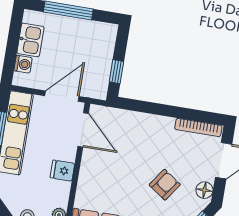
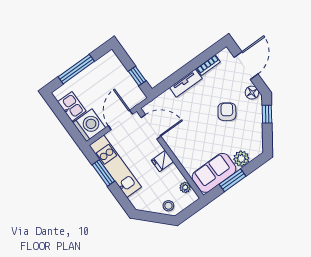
washing machine: (23, 64) -> (89, 125), width x1.89, depth x1.89
tv unit: (154, 122) -> (186, 83), added
bookcase: (198, 128) -> (208, 65), width x0.64

